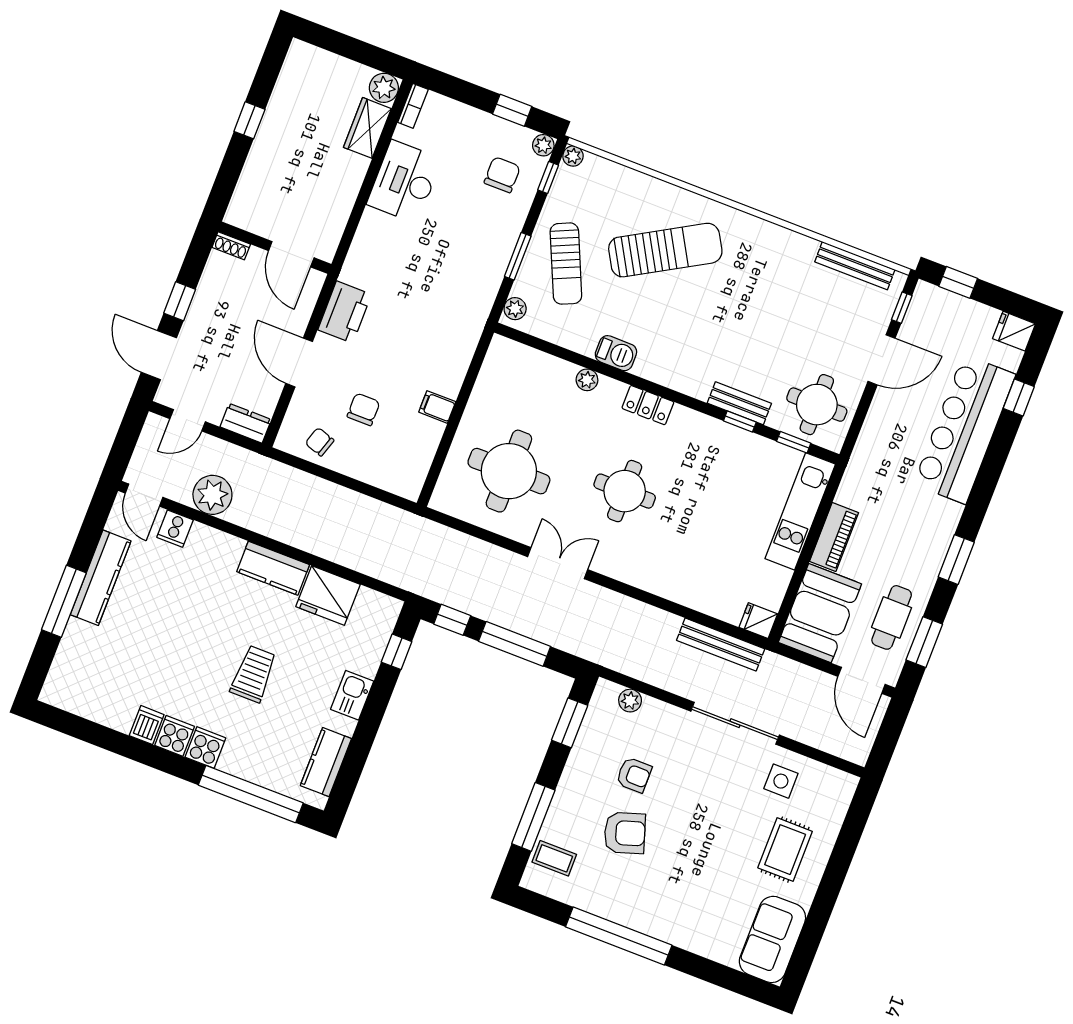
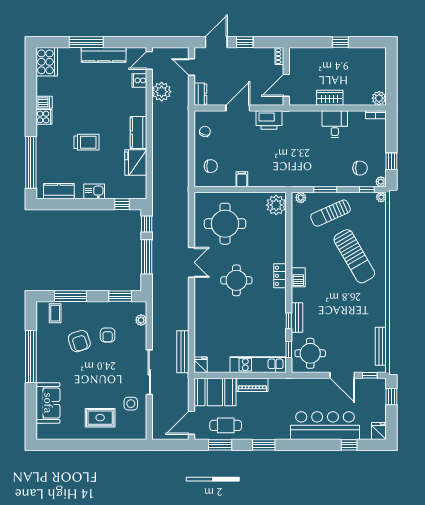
wardrobe: (367, 128) -> (330, 98), moved
desk: (404, 182) -> (335, 124), width x0.73
barbecue: (616, 353) -> (298, 277), moved
plant: (587, 380) -> (276, 205), moved, width x1.87, depth x1.87
chair: (364, 409) -> (211, 166), moved
cooker: (205, 747) -> (47, 62), moved, width x1.87, depth x1.31
sofa: (772, 939) -> (48, 403), moved, turned 90

